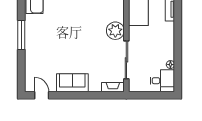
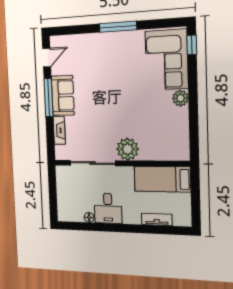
desk: (162, 81) -> (108, 208), moved
fireplace: (113, 87) -> (59, 130), moved
window: (74, 95) -> (48, 98), added

